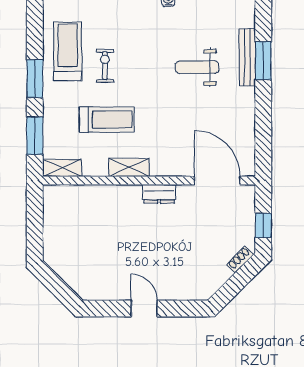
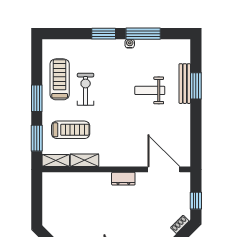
exercise bike: (105, 66) -> (86, 89), width x1.38, depth x1.39
treadmill: (107, 120) -> (71, 130), moved
shelving: (129, 167) -> (85, 160), moved

